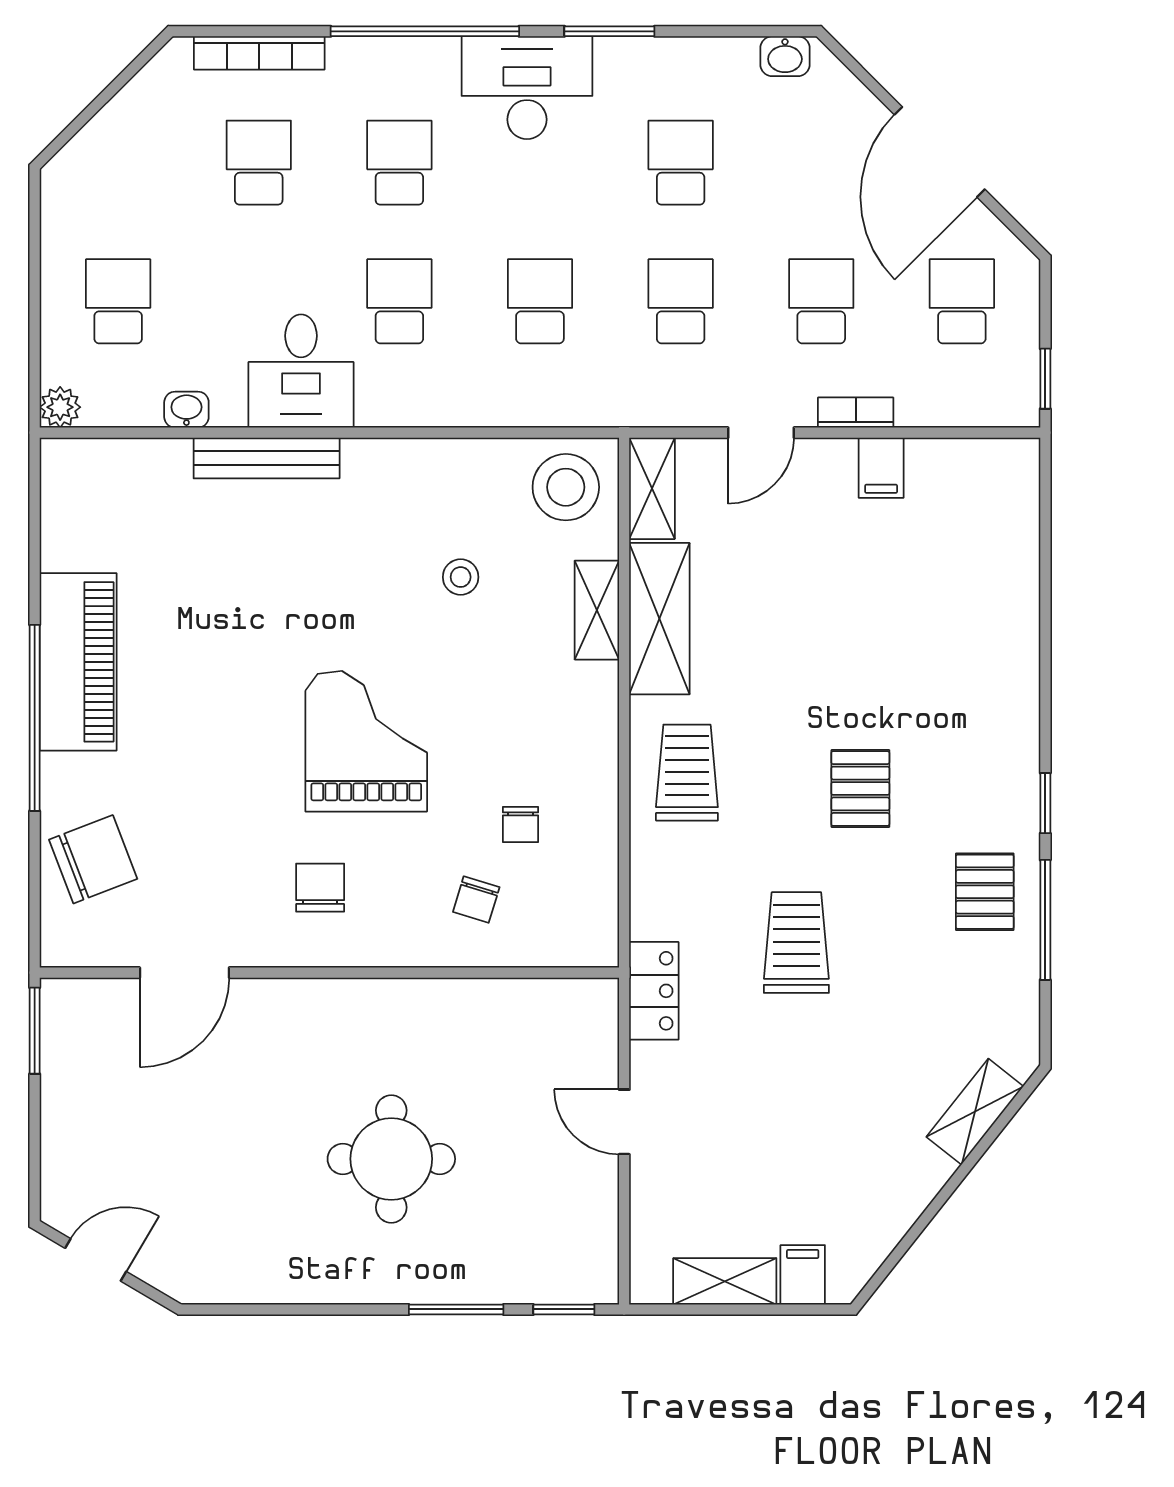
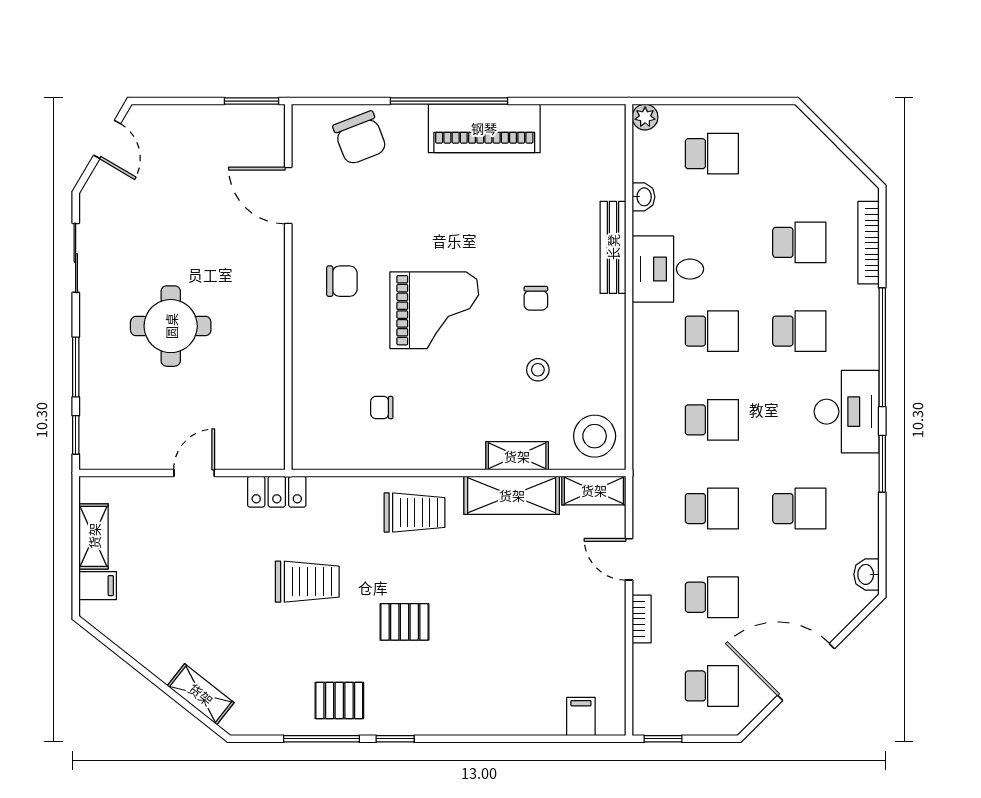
filing cabinet: (881, 468) -> (581, 717), moved, turned 90
chair: (476, 899) -> (536, 298), moved, turned -107
sliding door: (283, 1309) -> (76, 258), added

